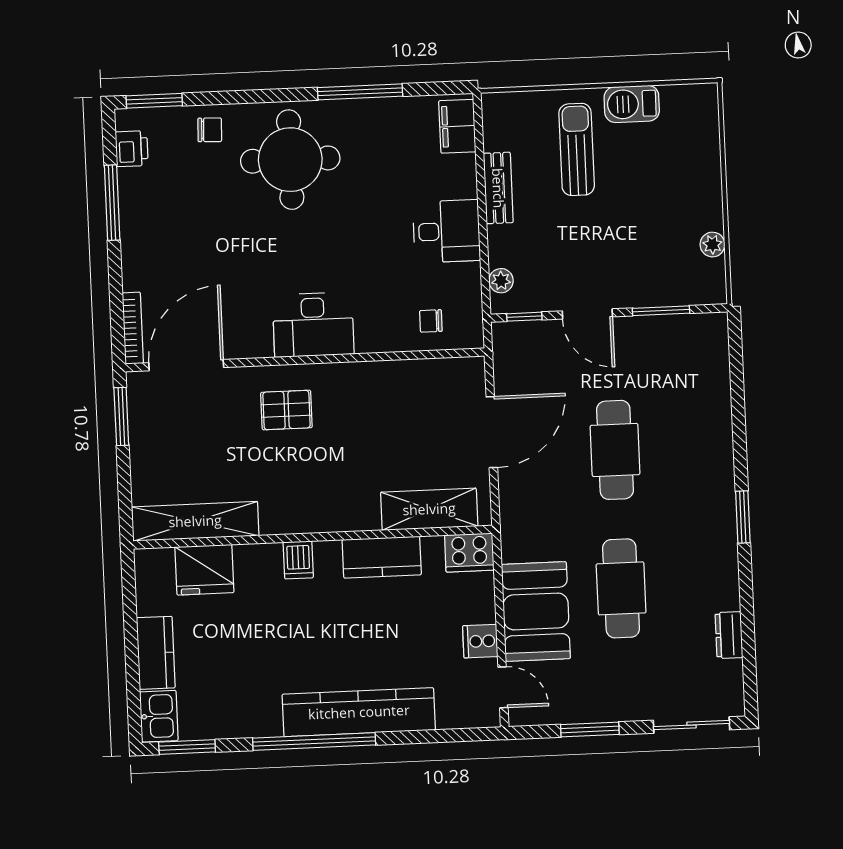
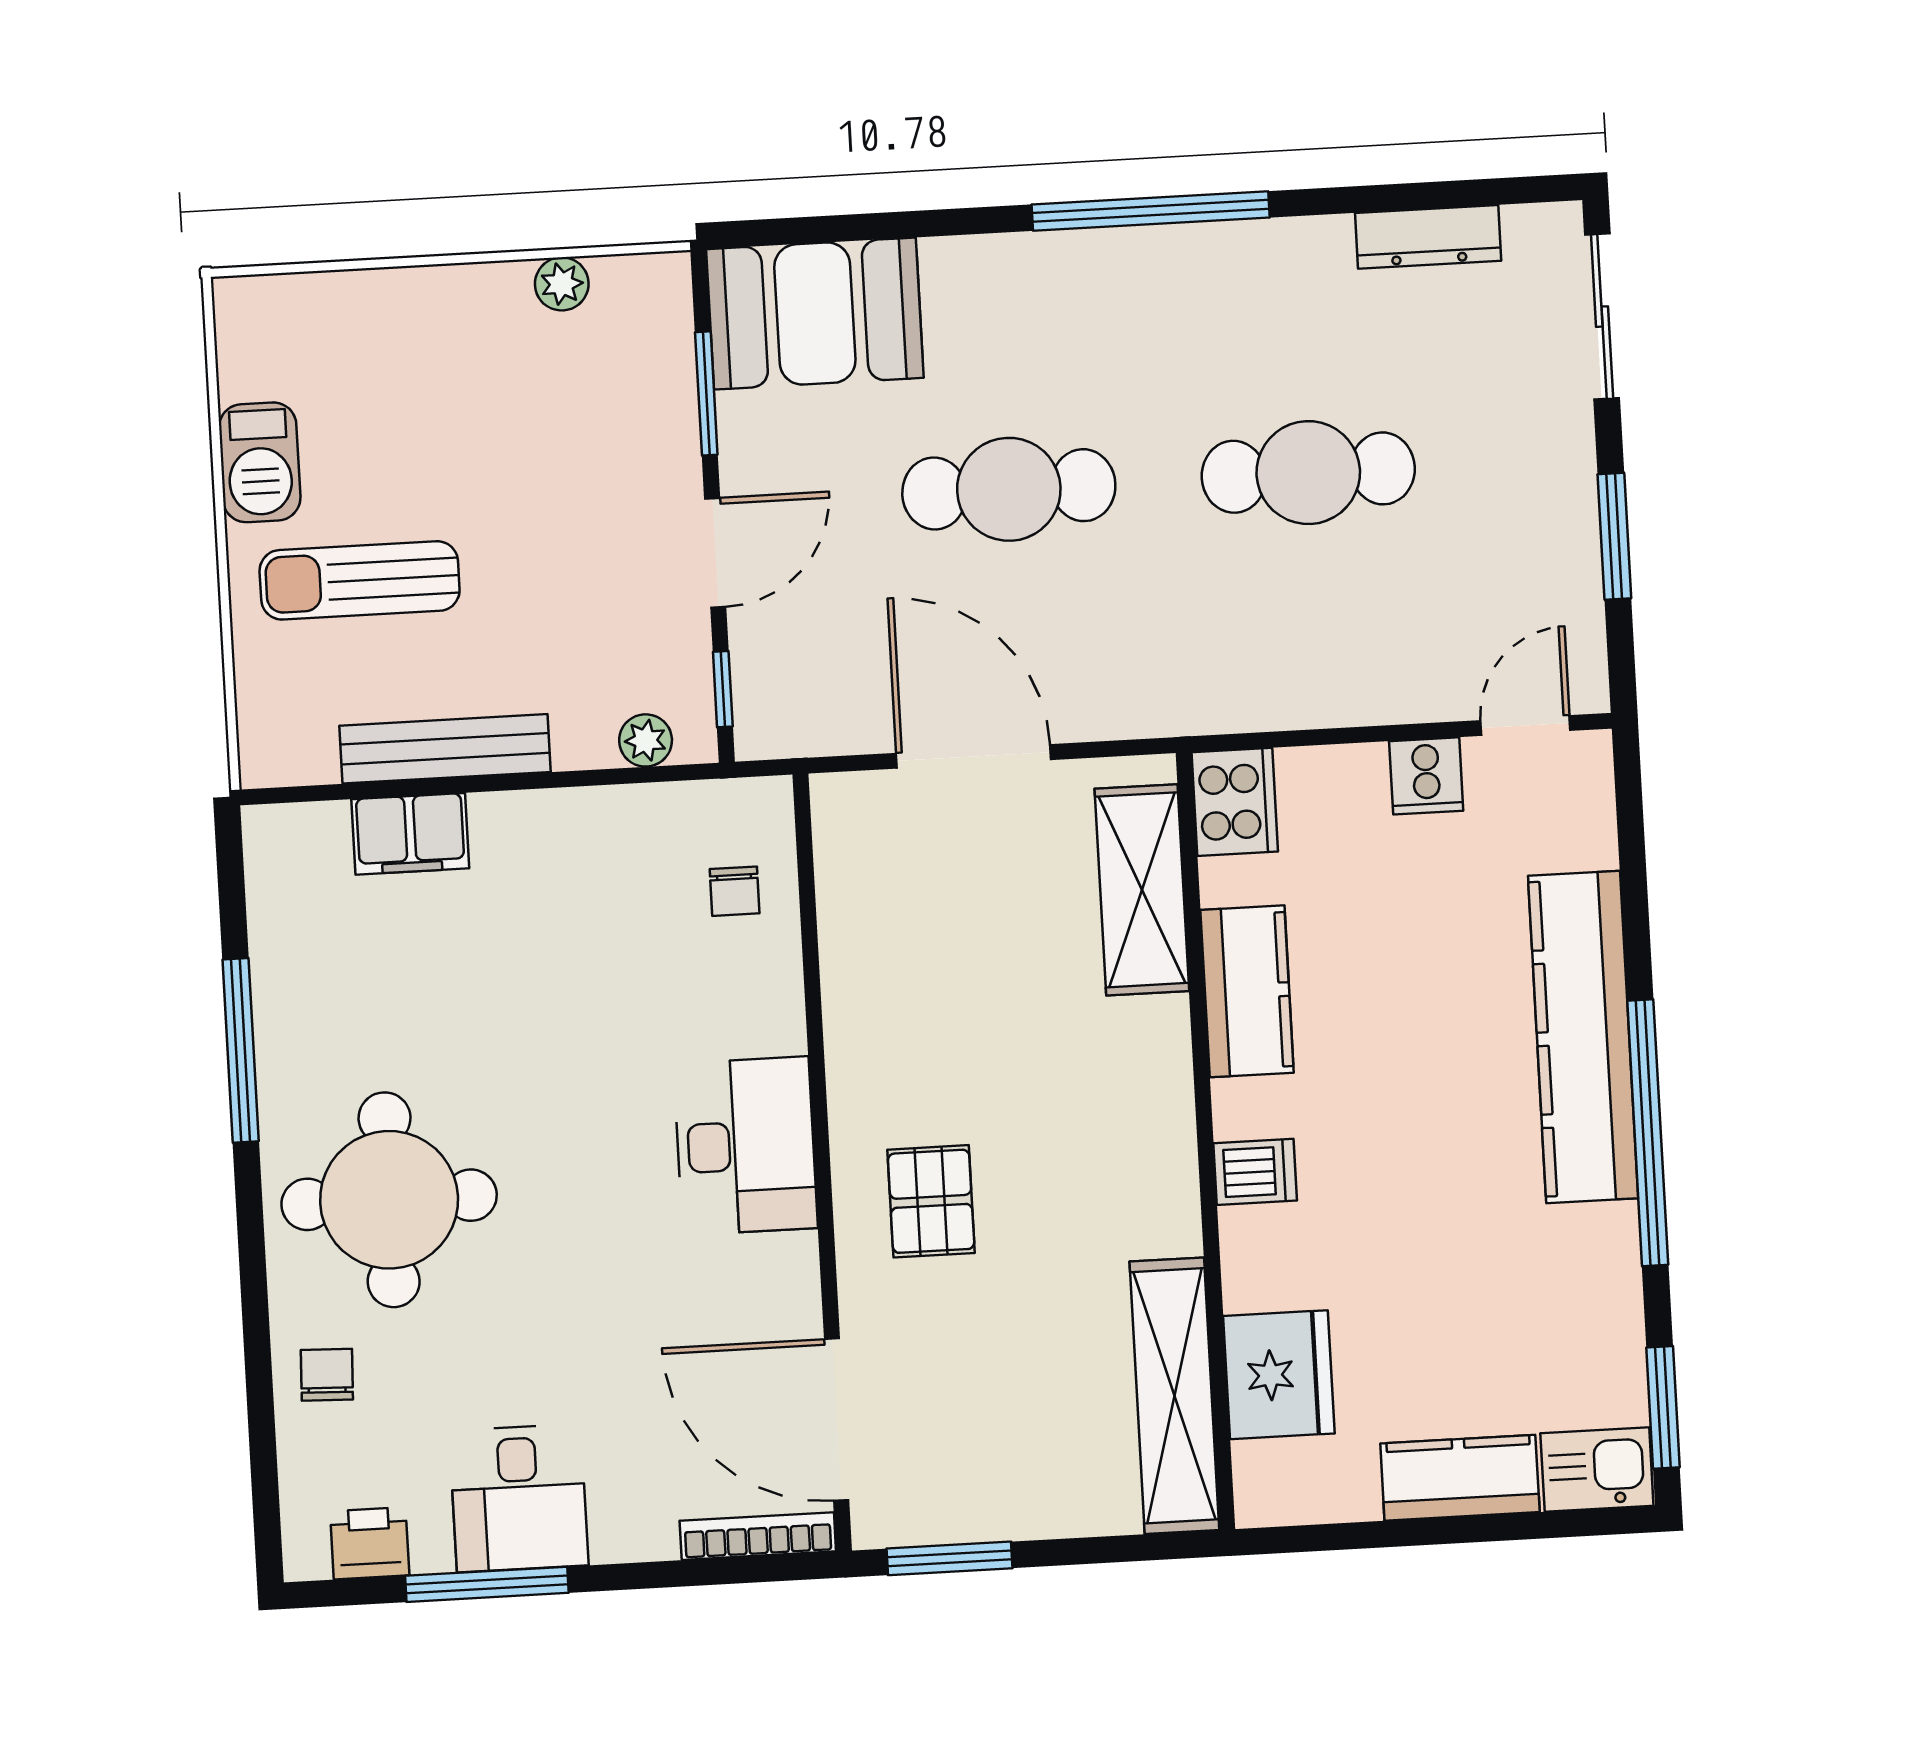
window: (154, 101) -> (266, 1496), removed
filing cabinet: (457, 126) -> (410, 834), moved
bench: (498, 188) -> (445, 749), width x1.36
desk: (447, 231) -> (519, 1498), moved, turned 180
window: (743, 517) -> (1151, 211), width x2.11
booth: (536, 611) -> (815, 314), moved
dresser: (729, 635) -> (1428, 237), width x1.44

